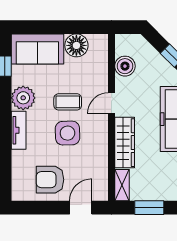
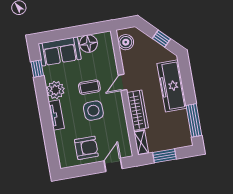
boiler: (125, 66) -> (126, 42), moved
armchair: (50, 180) -> (86, 148), turned 180

